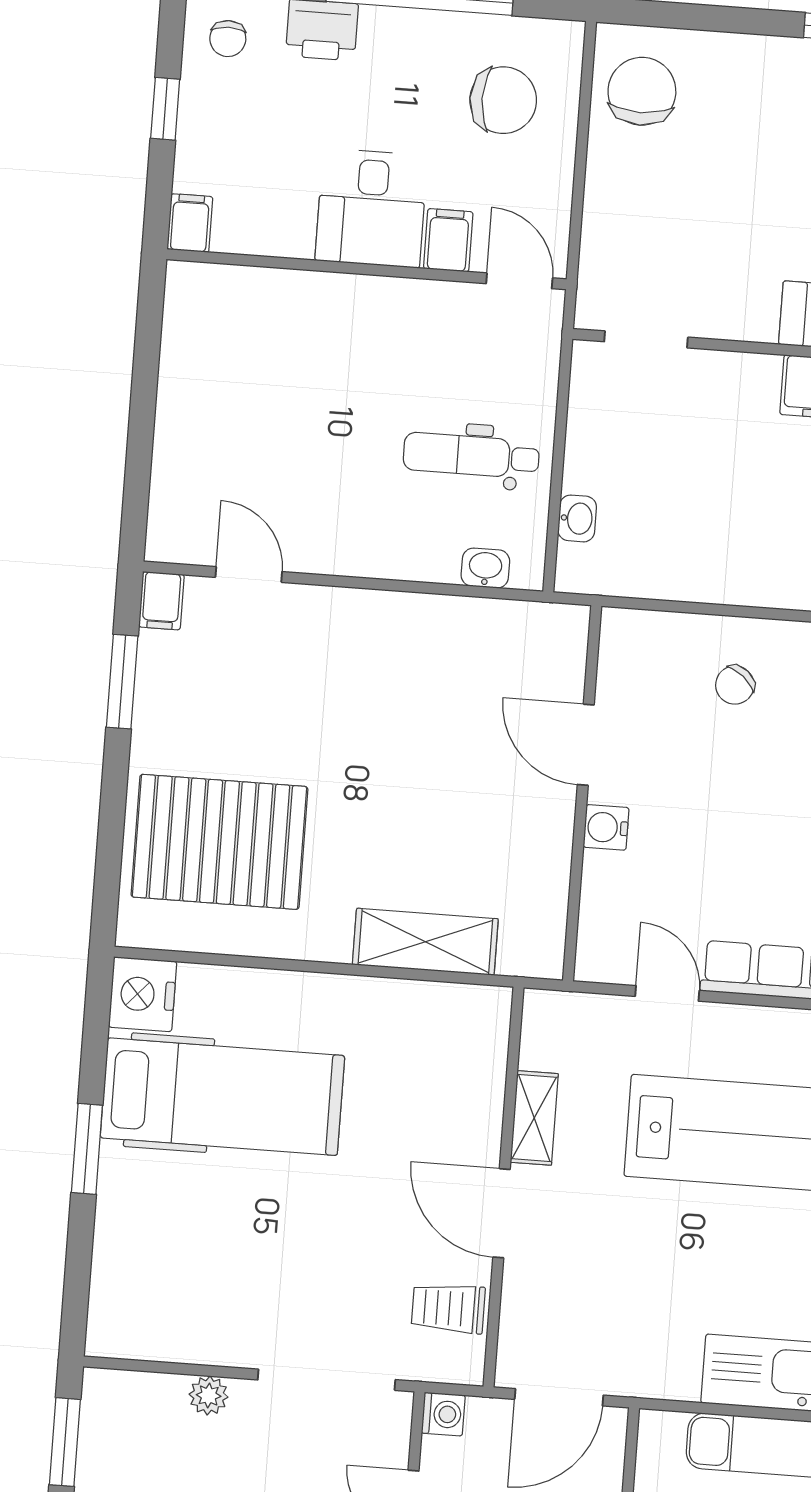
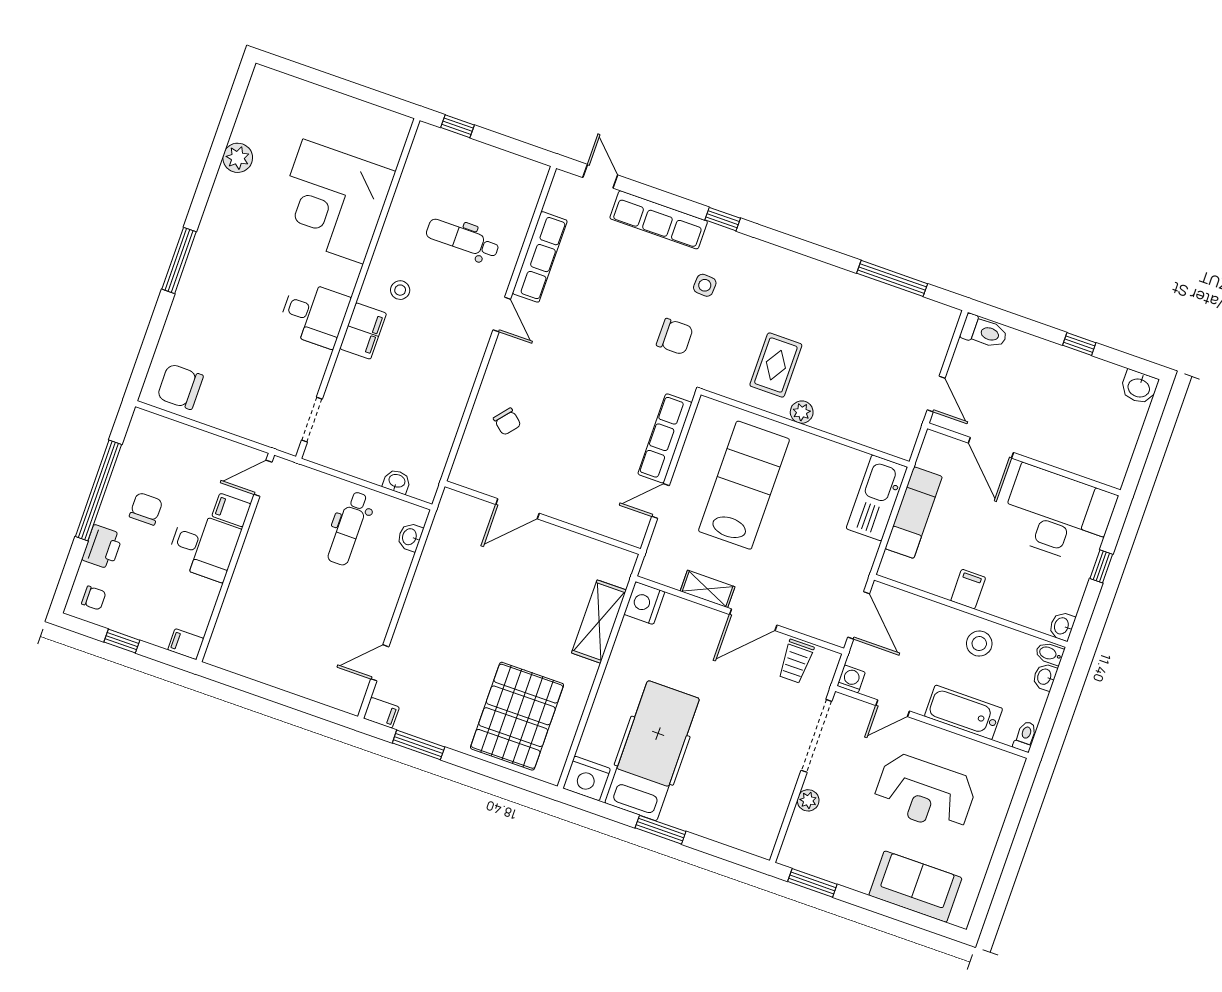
chair: (503, 100) -> (146, 509), moved, width x0.73, depth x0.73
water cooler: (606, 827) -> (564, 510), removed
nightstand: (479, 1013) -> (644, 603), added

